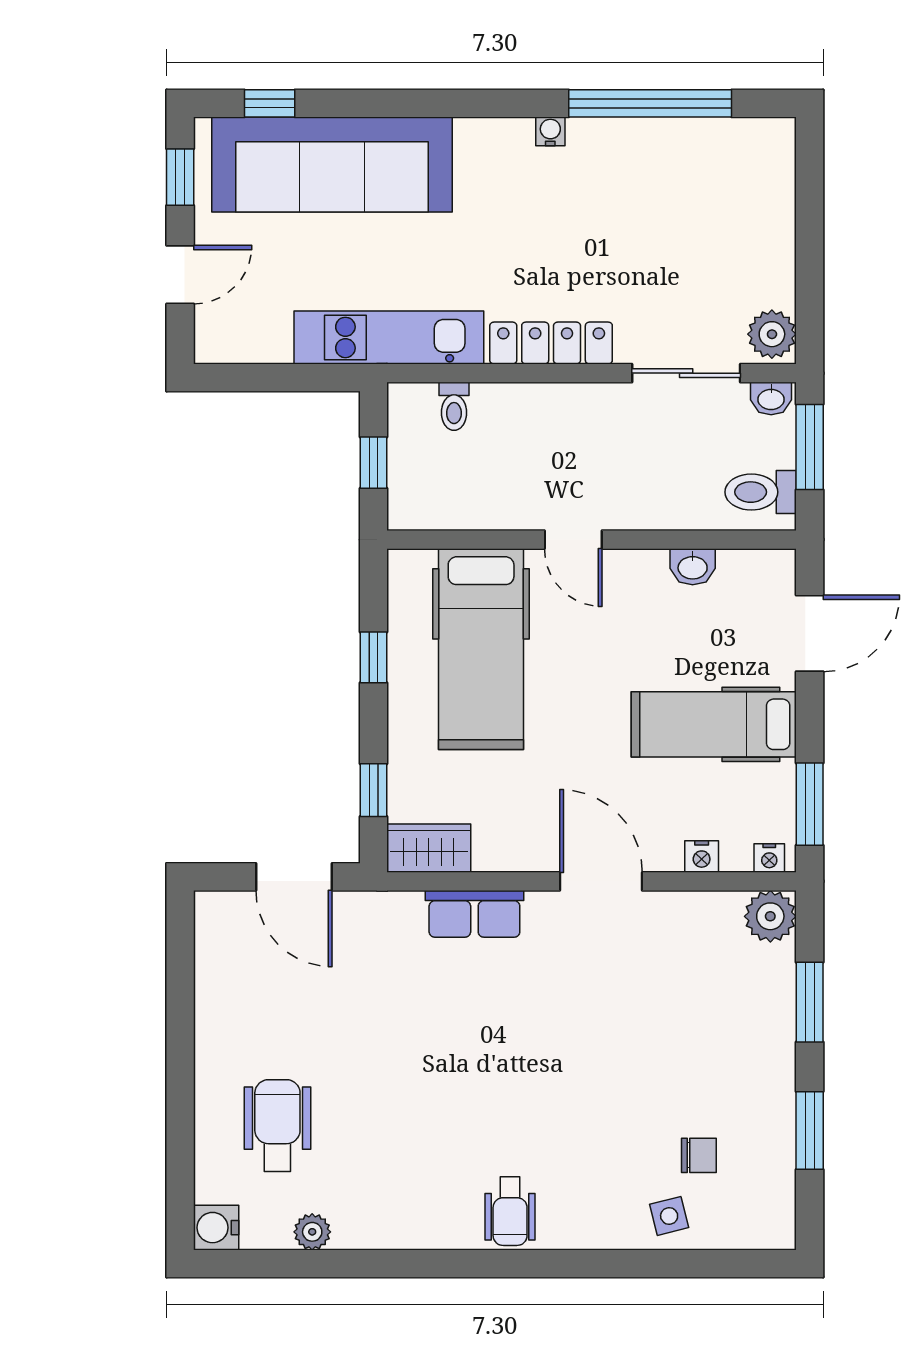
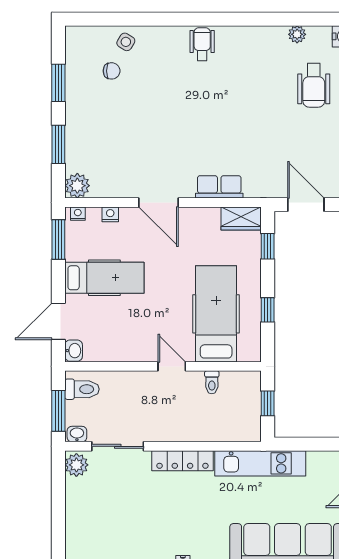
toilet: (454, 406) -> (212, 382), moved, turned 180
washbasin: (693, 567) -> (74, 351), moved, turned 90
chair: (699, 1155) -> (112, 71), turned 180
side table: (669, 1216) -> (126, 42), turned 45

